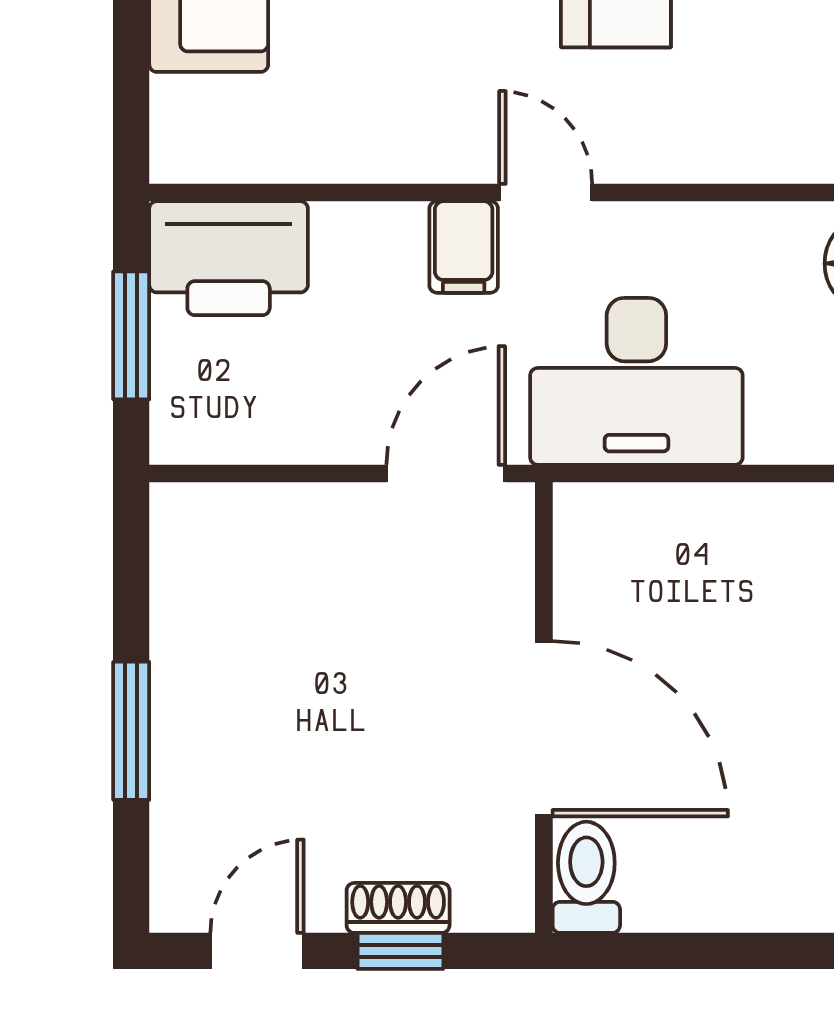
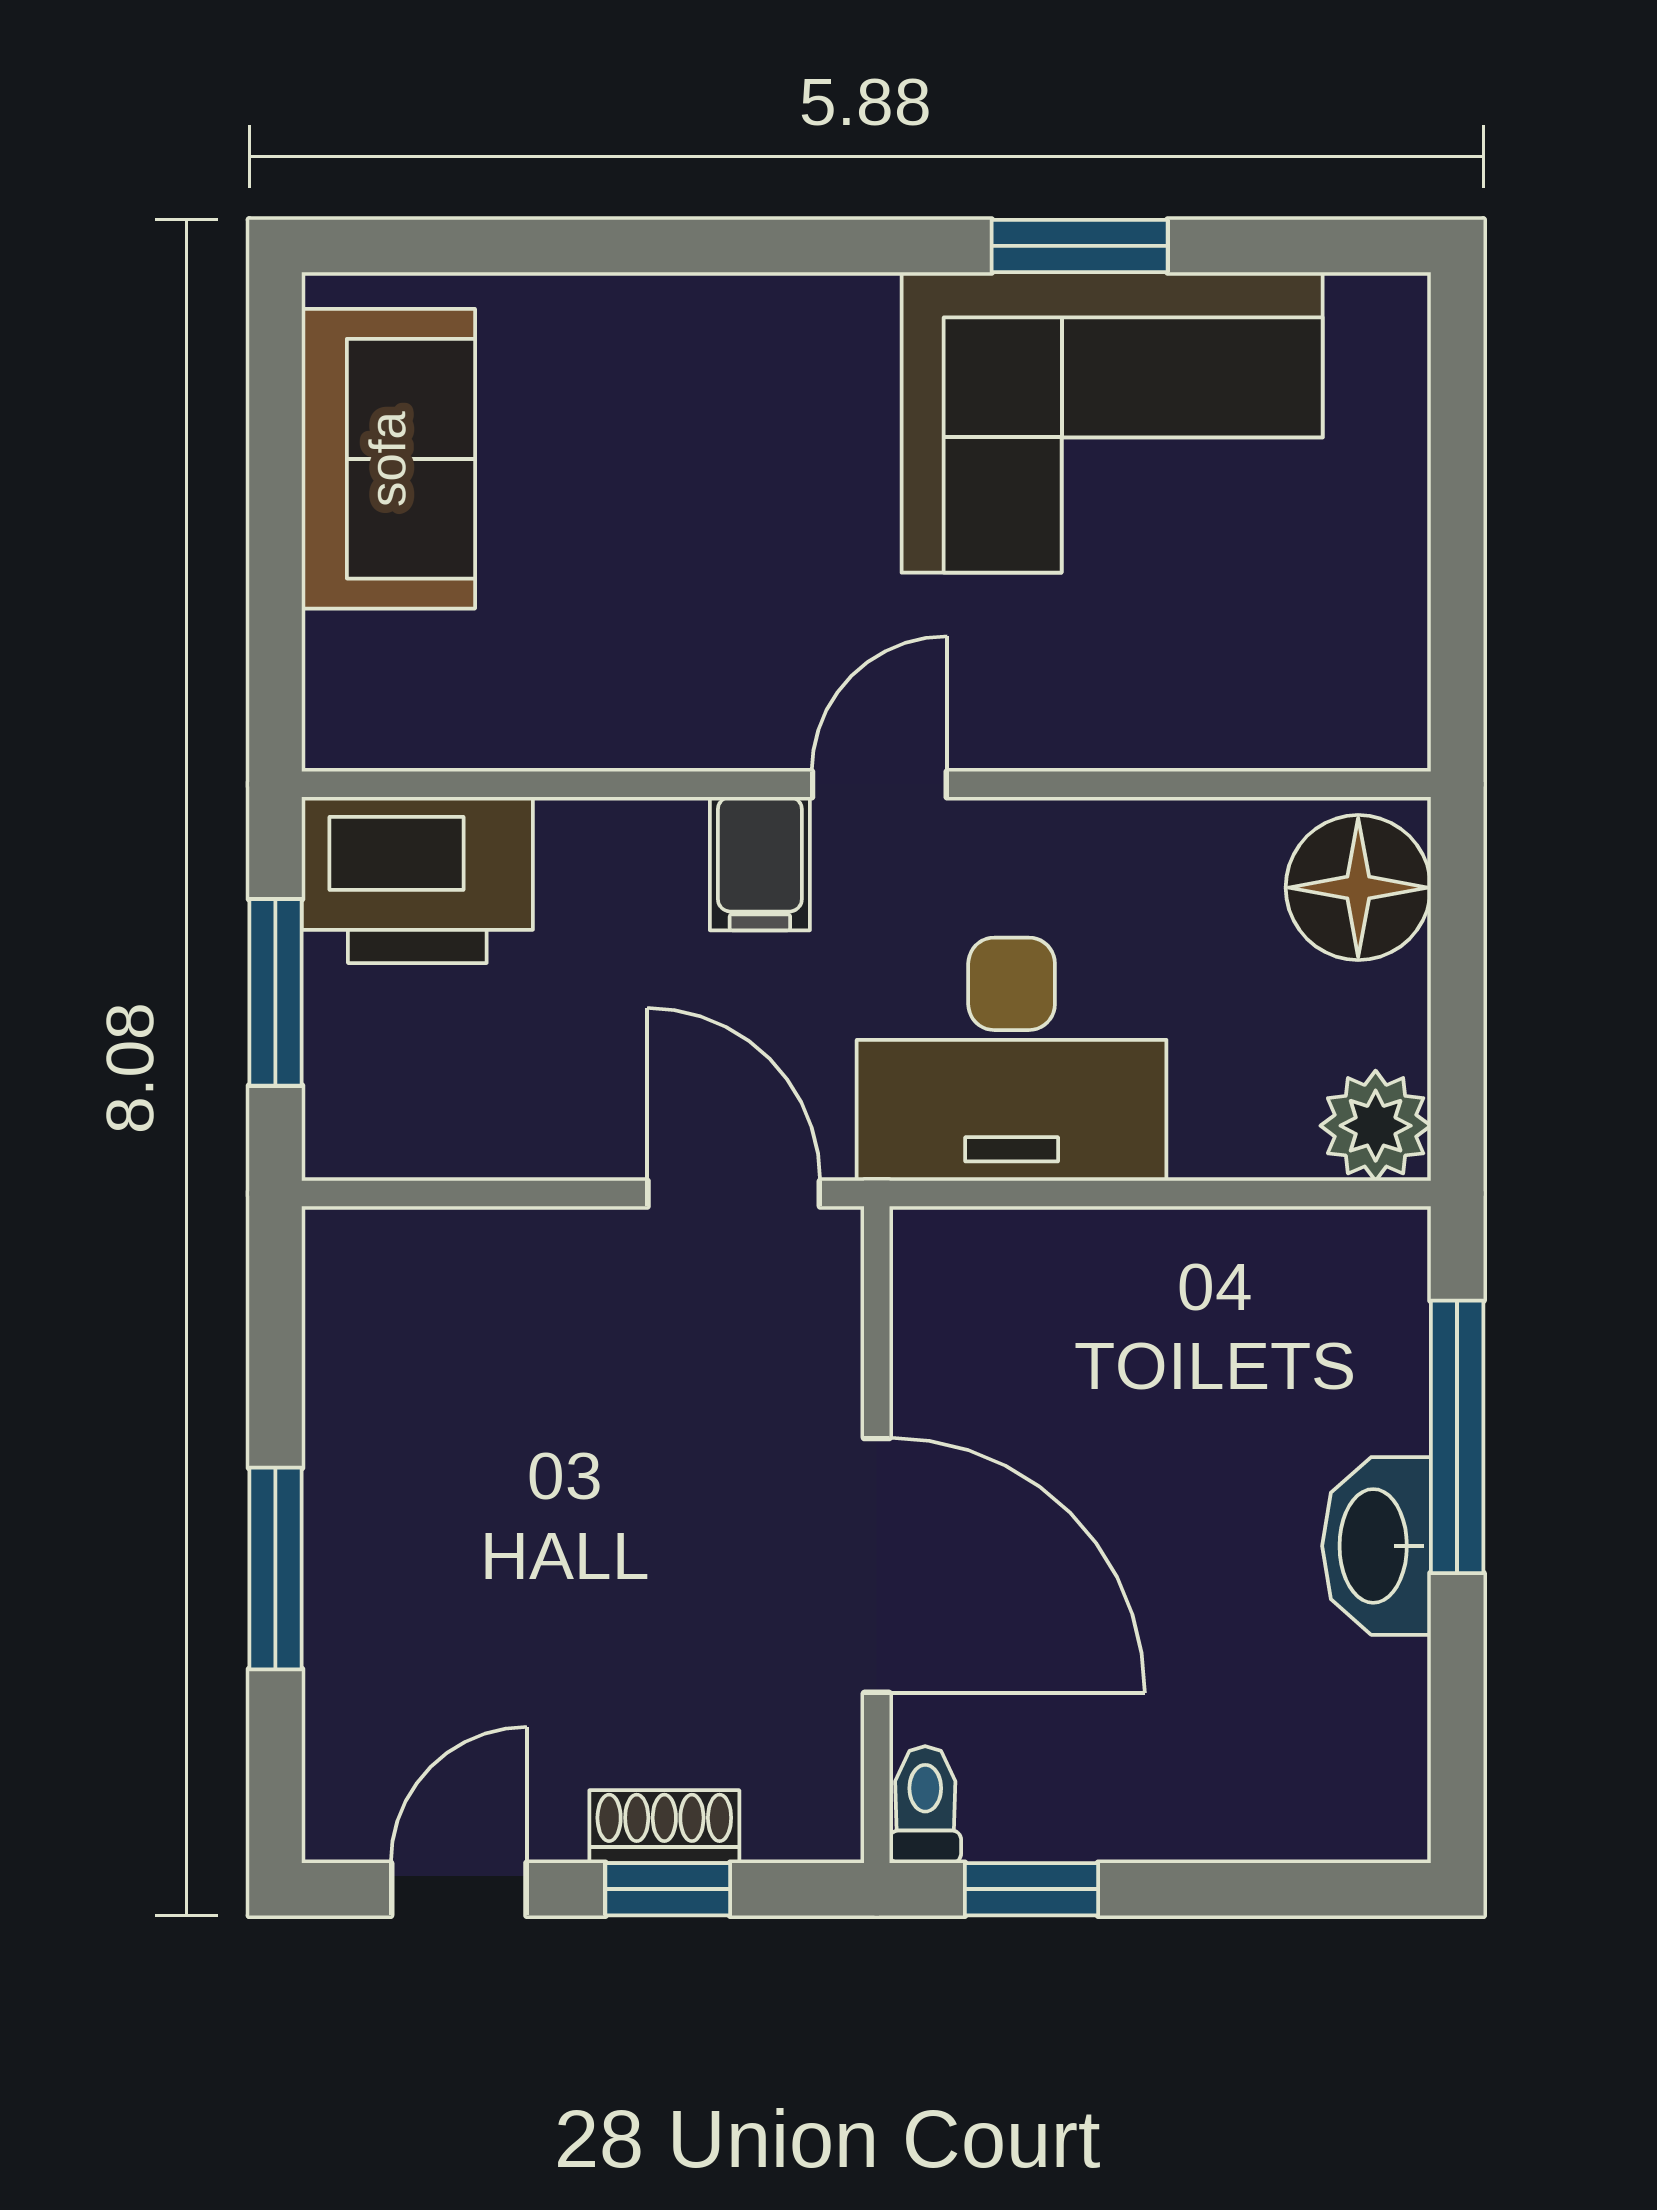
door: (546, 193) -> (879, 784), hinge flipped
door: (446, 473) -> (734, 1194), hinge flipped
toilet: (586, 877) -> (925, 1805), width x0.73, depth x0.72
window: (650, 951) -> (1032, 1889), added

